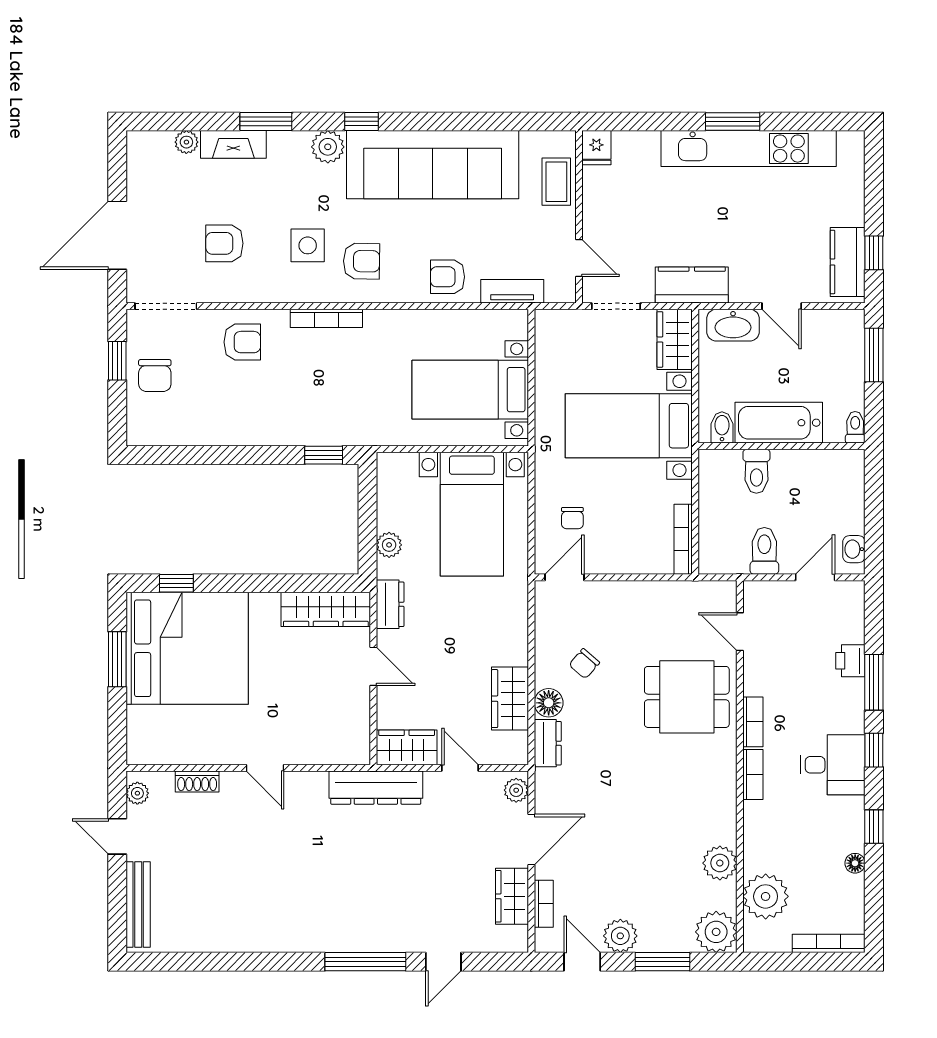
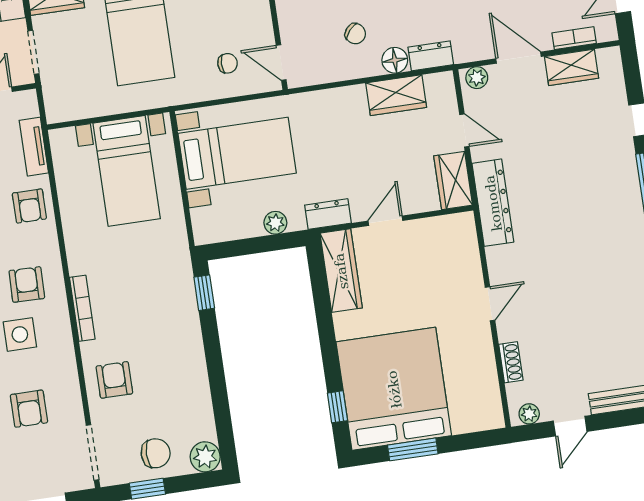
plant: (143, 430) -> (205, 457), added
door: (460, 768) -> (464, 130), swing flipped

